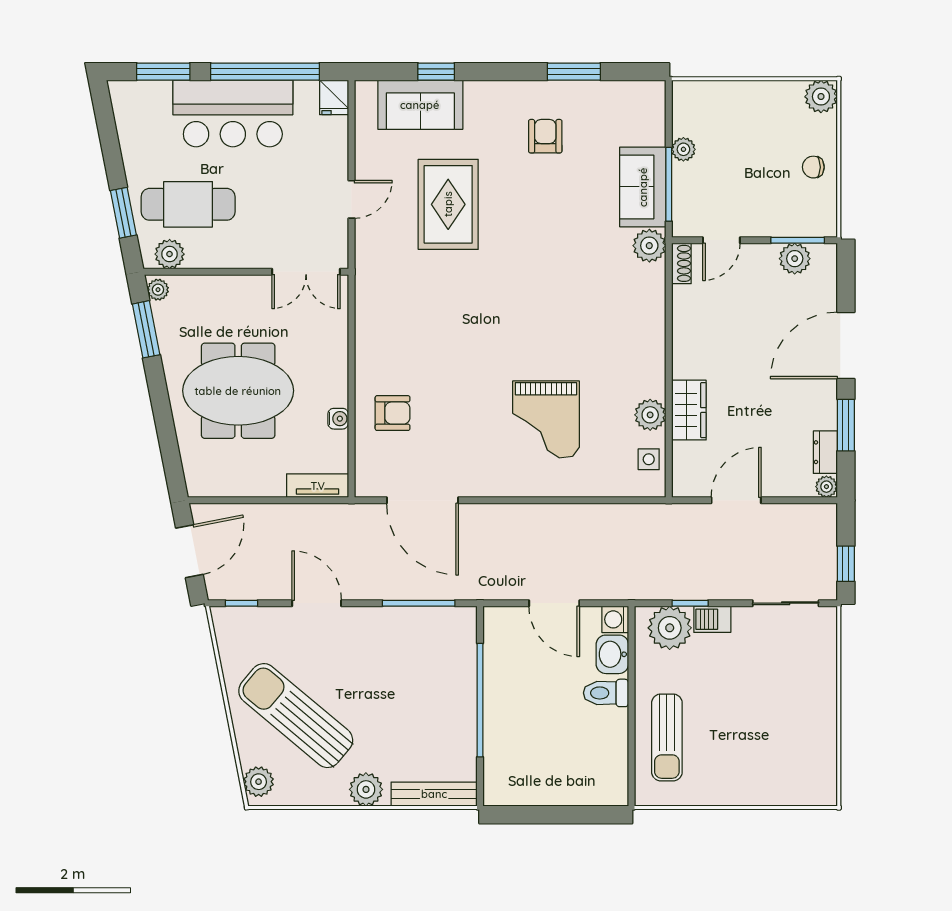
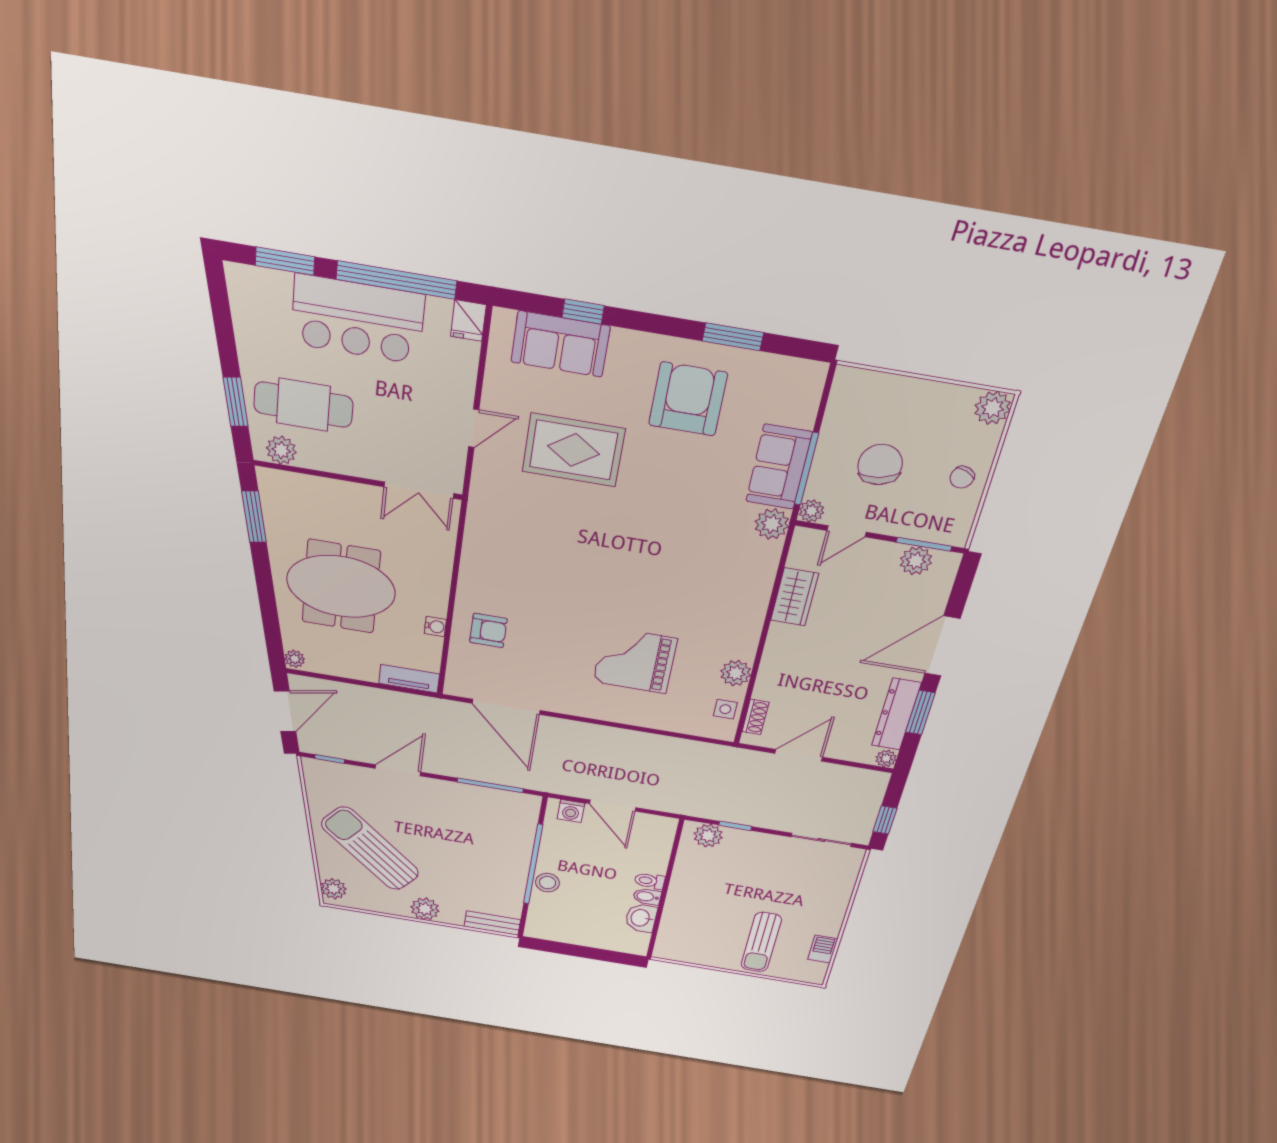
armchair: (545, 136) -> (688, 399), width x1.88, depth x1.88
plant: (683, 149) -> (812, 511), moved
chair: (813, 167) -> (962, 477), turned -67
chair: (735, 168) -> (880, 465), added
rug: (448, 204) -> (573, 450), turned 90
shoe rack: (681, 263) -> (755, 717), moved
plant: (158, 290) -> (295, 659), moved
wardrobe: (689, 410) -> (795, 597), moved
grand piano: (546, 419) -> (635, 660), turned 90
dresser: (825, 452) -> (896, 714), width x1.96, depth x1.24
door: (317, 603) -> (398, 770), hinge flipped
washing machine: (615, 619) -> (571, 811), moved, turned -90
barbecue: (712, 619) -> (823, 949), moved, turned 90
plant: (670, 628) -> (708, 836), width x0.73, depth x0.73
washbasin: (612, 654) -> (641, 918), moved
toilet: (606, 693) -> (650, 881), width x0.73, depth x0.72
bidet: (614, 719) -> (647, 897), added
stool: (500, 723) -> (547, 883), added
sun lounger: (667, 737) -> (761, 942), moved
bench: (434, 794) -> (492, 923), width x0.73

